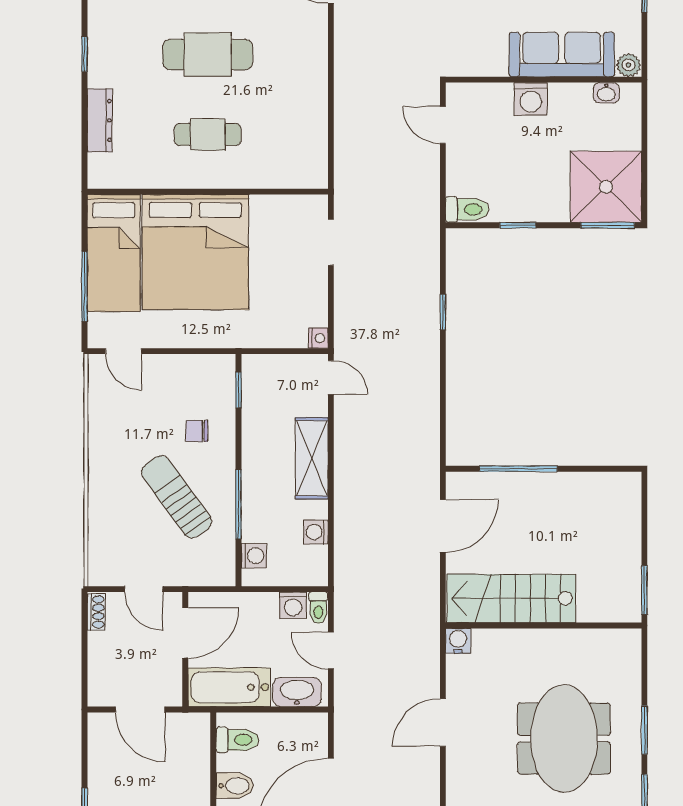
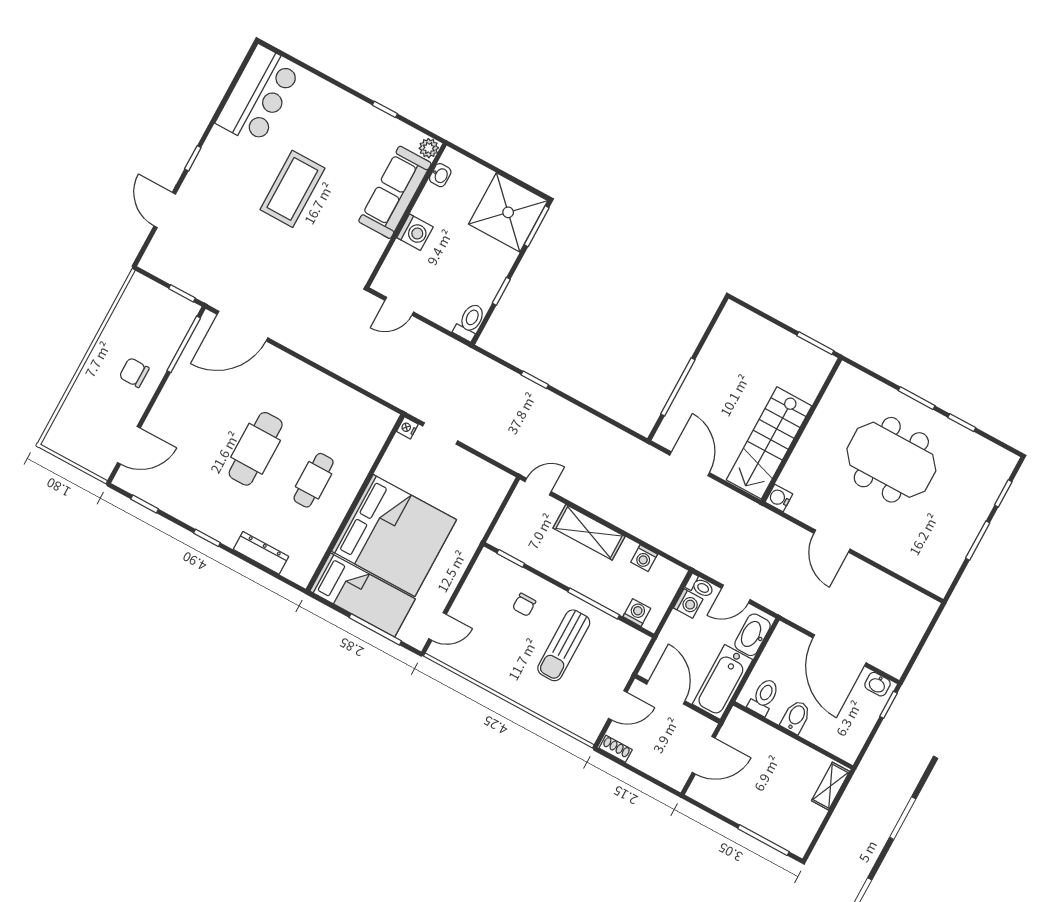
nightstand: (318, 338) -> (407, 428), moved, turned -90
sun lounger: (177, 497) -> (564, 645), turned -54

